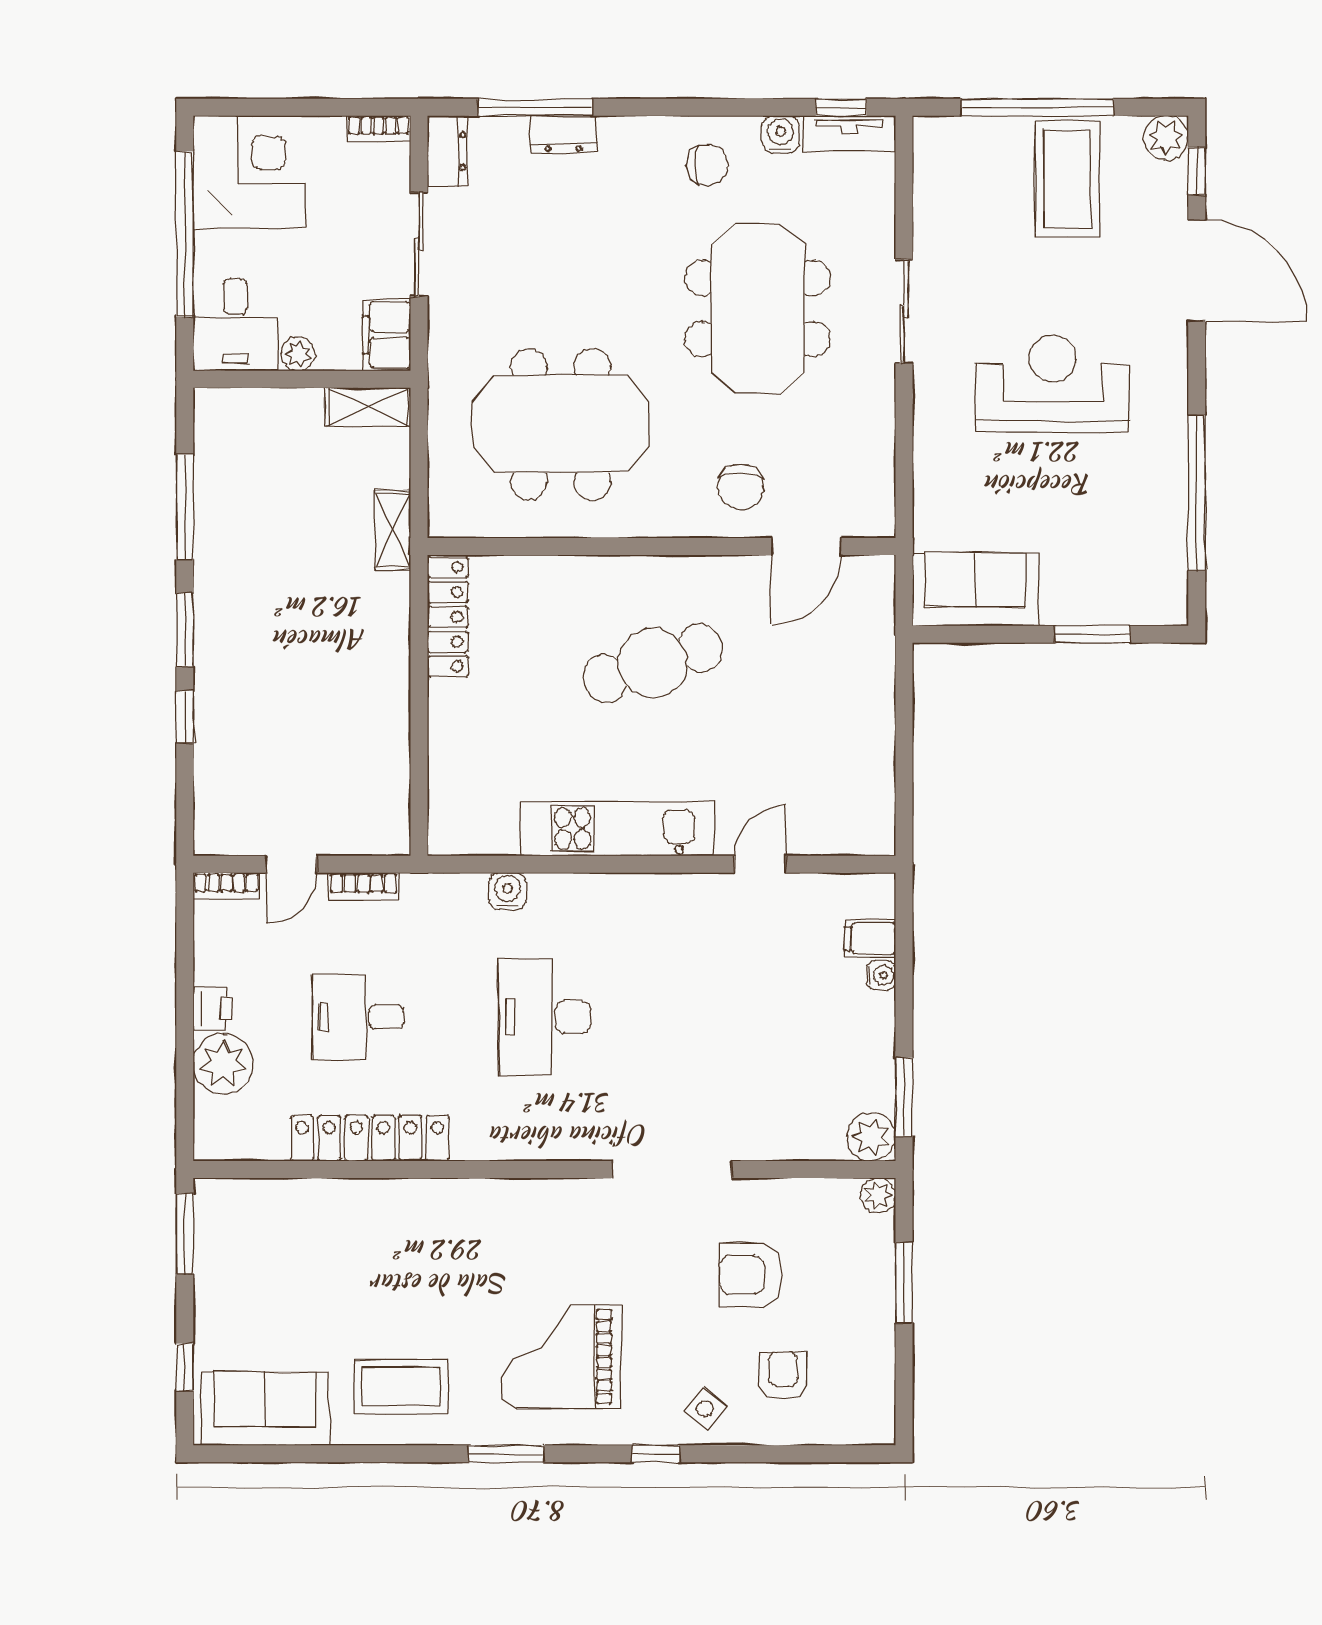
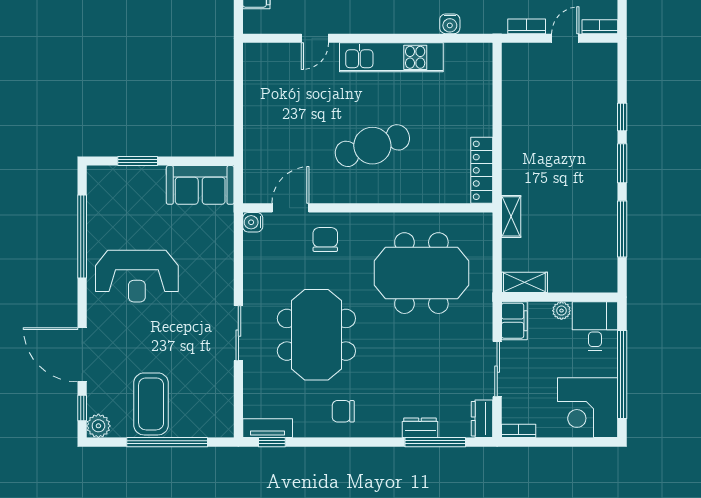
water cooler: (781, 134) -> (253, 222), moved, turned 90
reception desk: (1053, 384) -> (137, 276), moved

